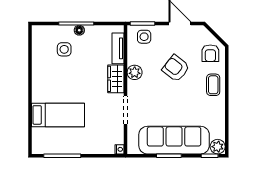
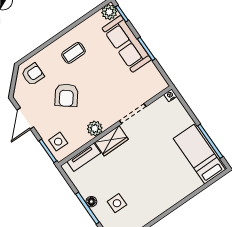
coffee table: (213, 85) -> (73, 53), moved
bed: (58, 115) -> (199, 154), moved
sofa: (174, 140) -> (127, 44), width x0.74, depth x0.79

